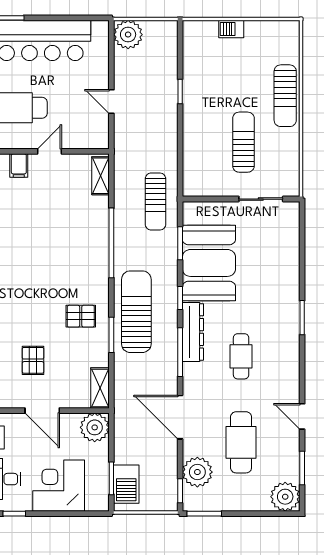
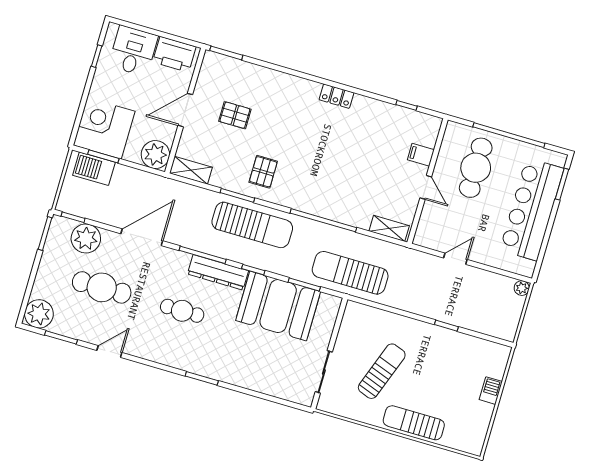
plant: (128, 35) -> (522, 288), width x0.53, depth x0.53
sun lounger: (243, 142) -> (382, 371), turned -70
sun lounger: (155, 202) -> (350, 273), width x1.36, depth x1.34
corner desk: (59, 486) -> (104, 128), moved, turned -90

